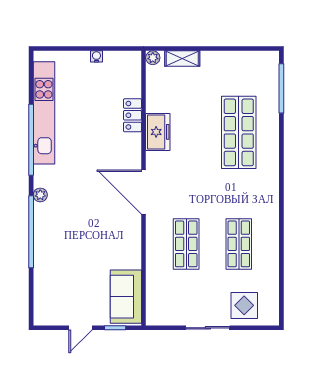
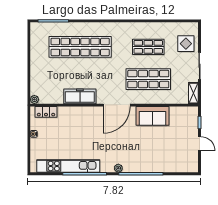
shelving: (182, 59) -> (193, 93), moved
locker: (132, 115) -> (46, 112), moved
freezer: (158, 132) -> (80, 96), width x1.40
shop shelf: (239, 132) -> (80, 47), width x1.40
shop shelf: (186, 244) -> (148, 79), width x1.43, depth x1.36
sofa: (126, 297) -> (152, 116), moved

